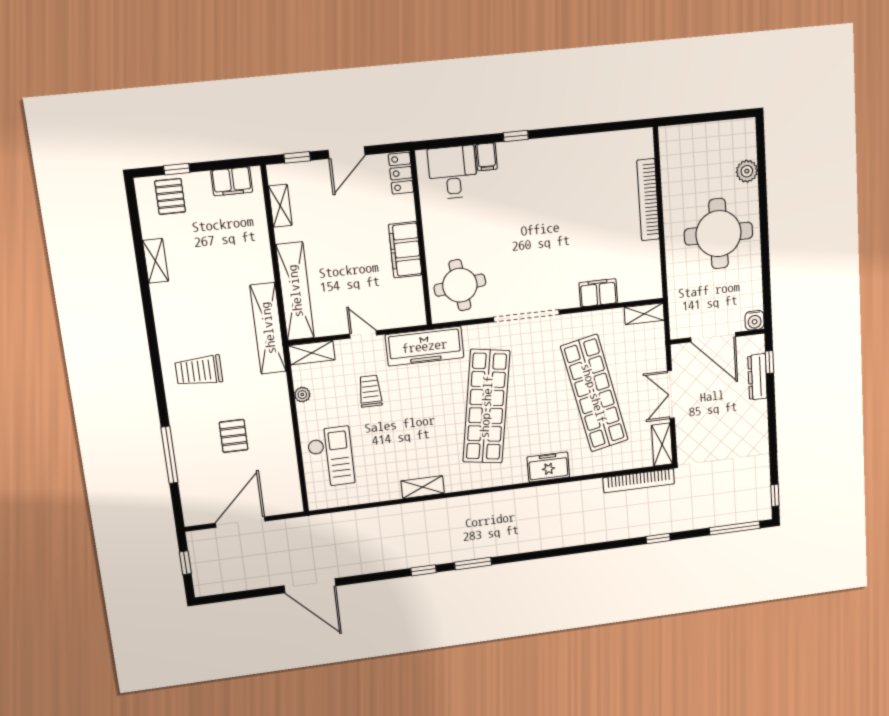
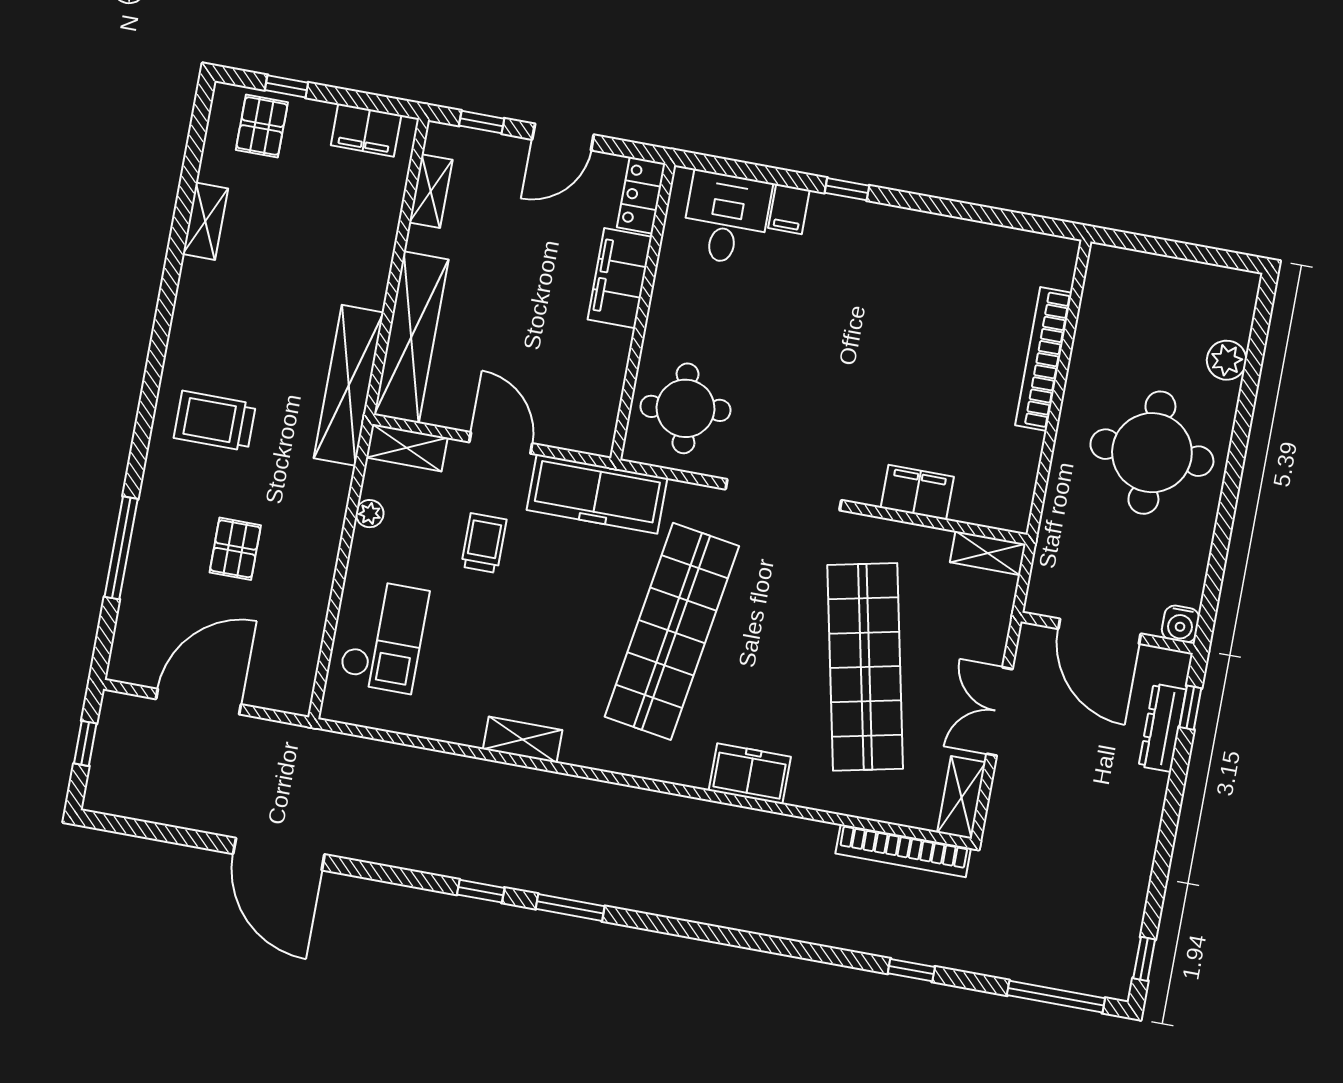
filing cabinet: (405, 250) -> (620, 278), moved
door: (363, 334) -> (501, 443), width x1.38

